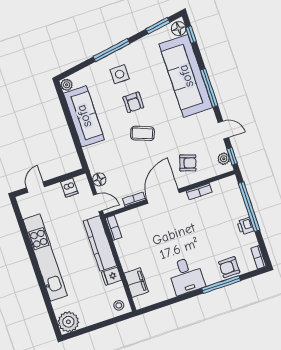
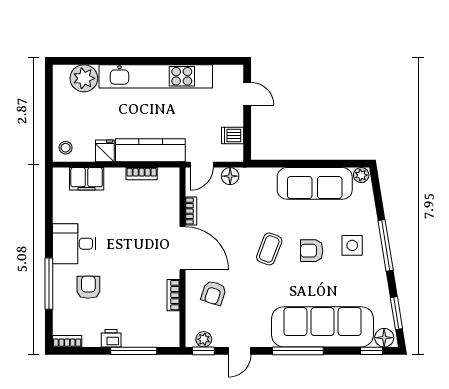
window: (249, 207) -> (134, 351), width x0.68
bookcase: (114, 228) -> (142, 174), moved
armchair: (229, 267) -> (88, 287), moved
plant: (68, 322) -> (84, 78), moved

